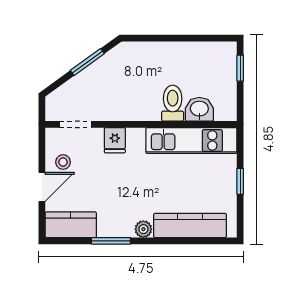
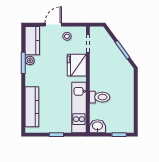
washbasin: (199, 109) -> (97, 126), moved, turned -90
fridge: (115, 140) -> (77, 65), width x1.88, depth x1.34
door: (42, 187) -> (53, 25), swing flipped
plant: (143, 229) -> (30, 61), moved

